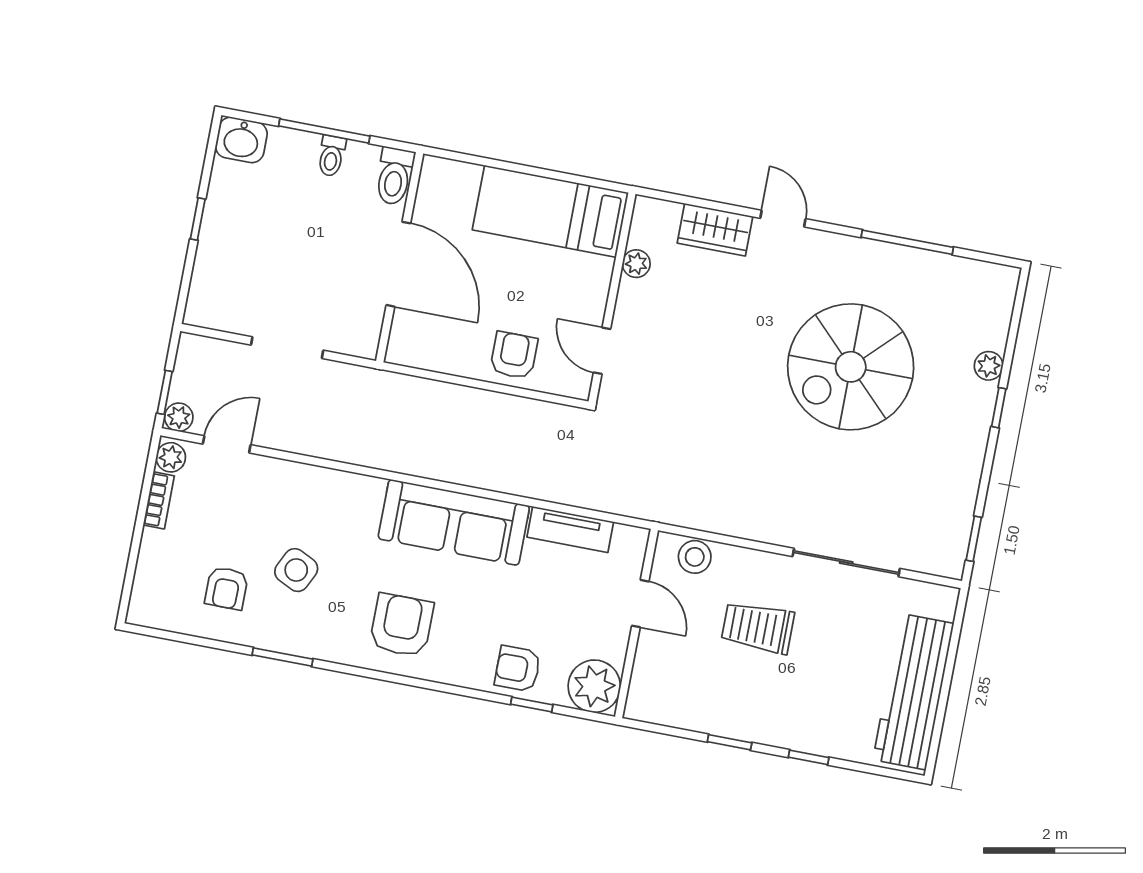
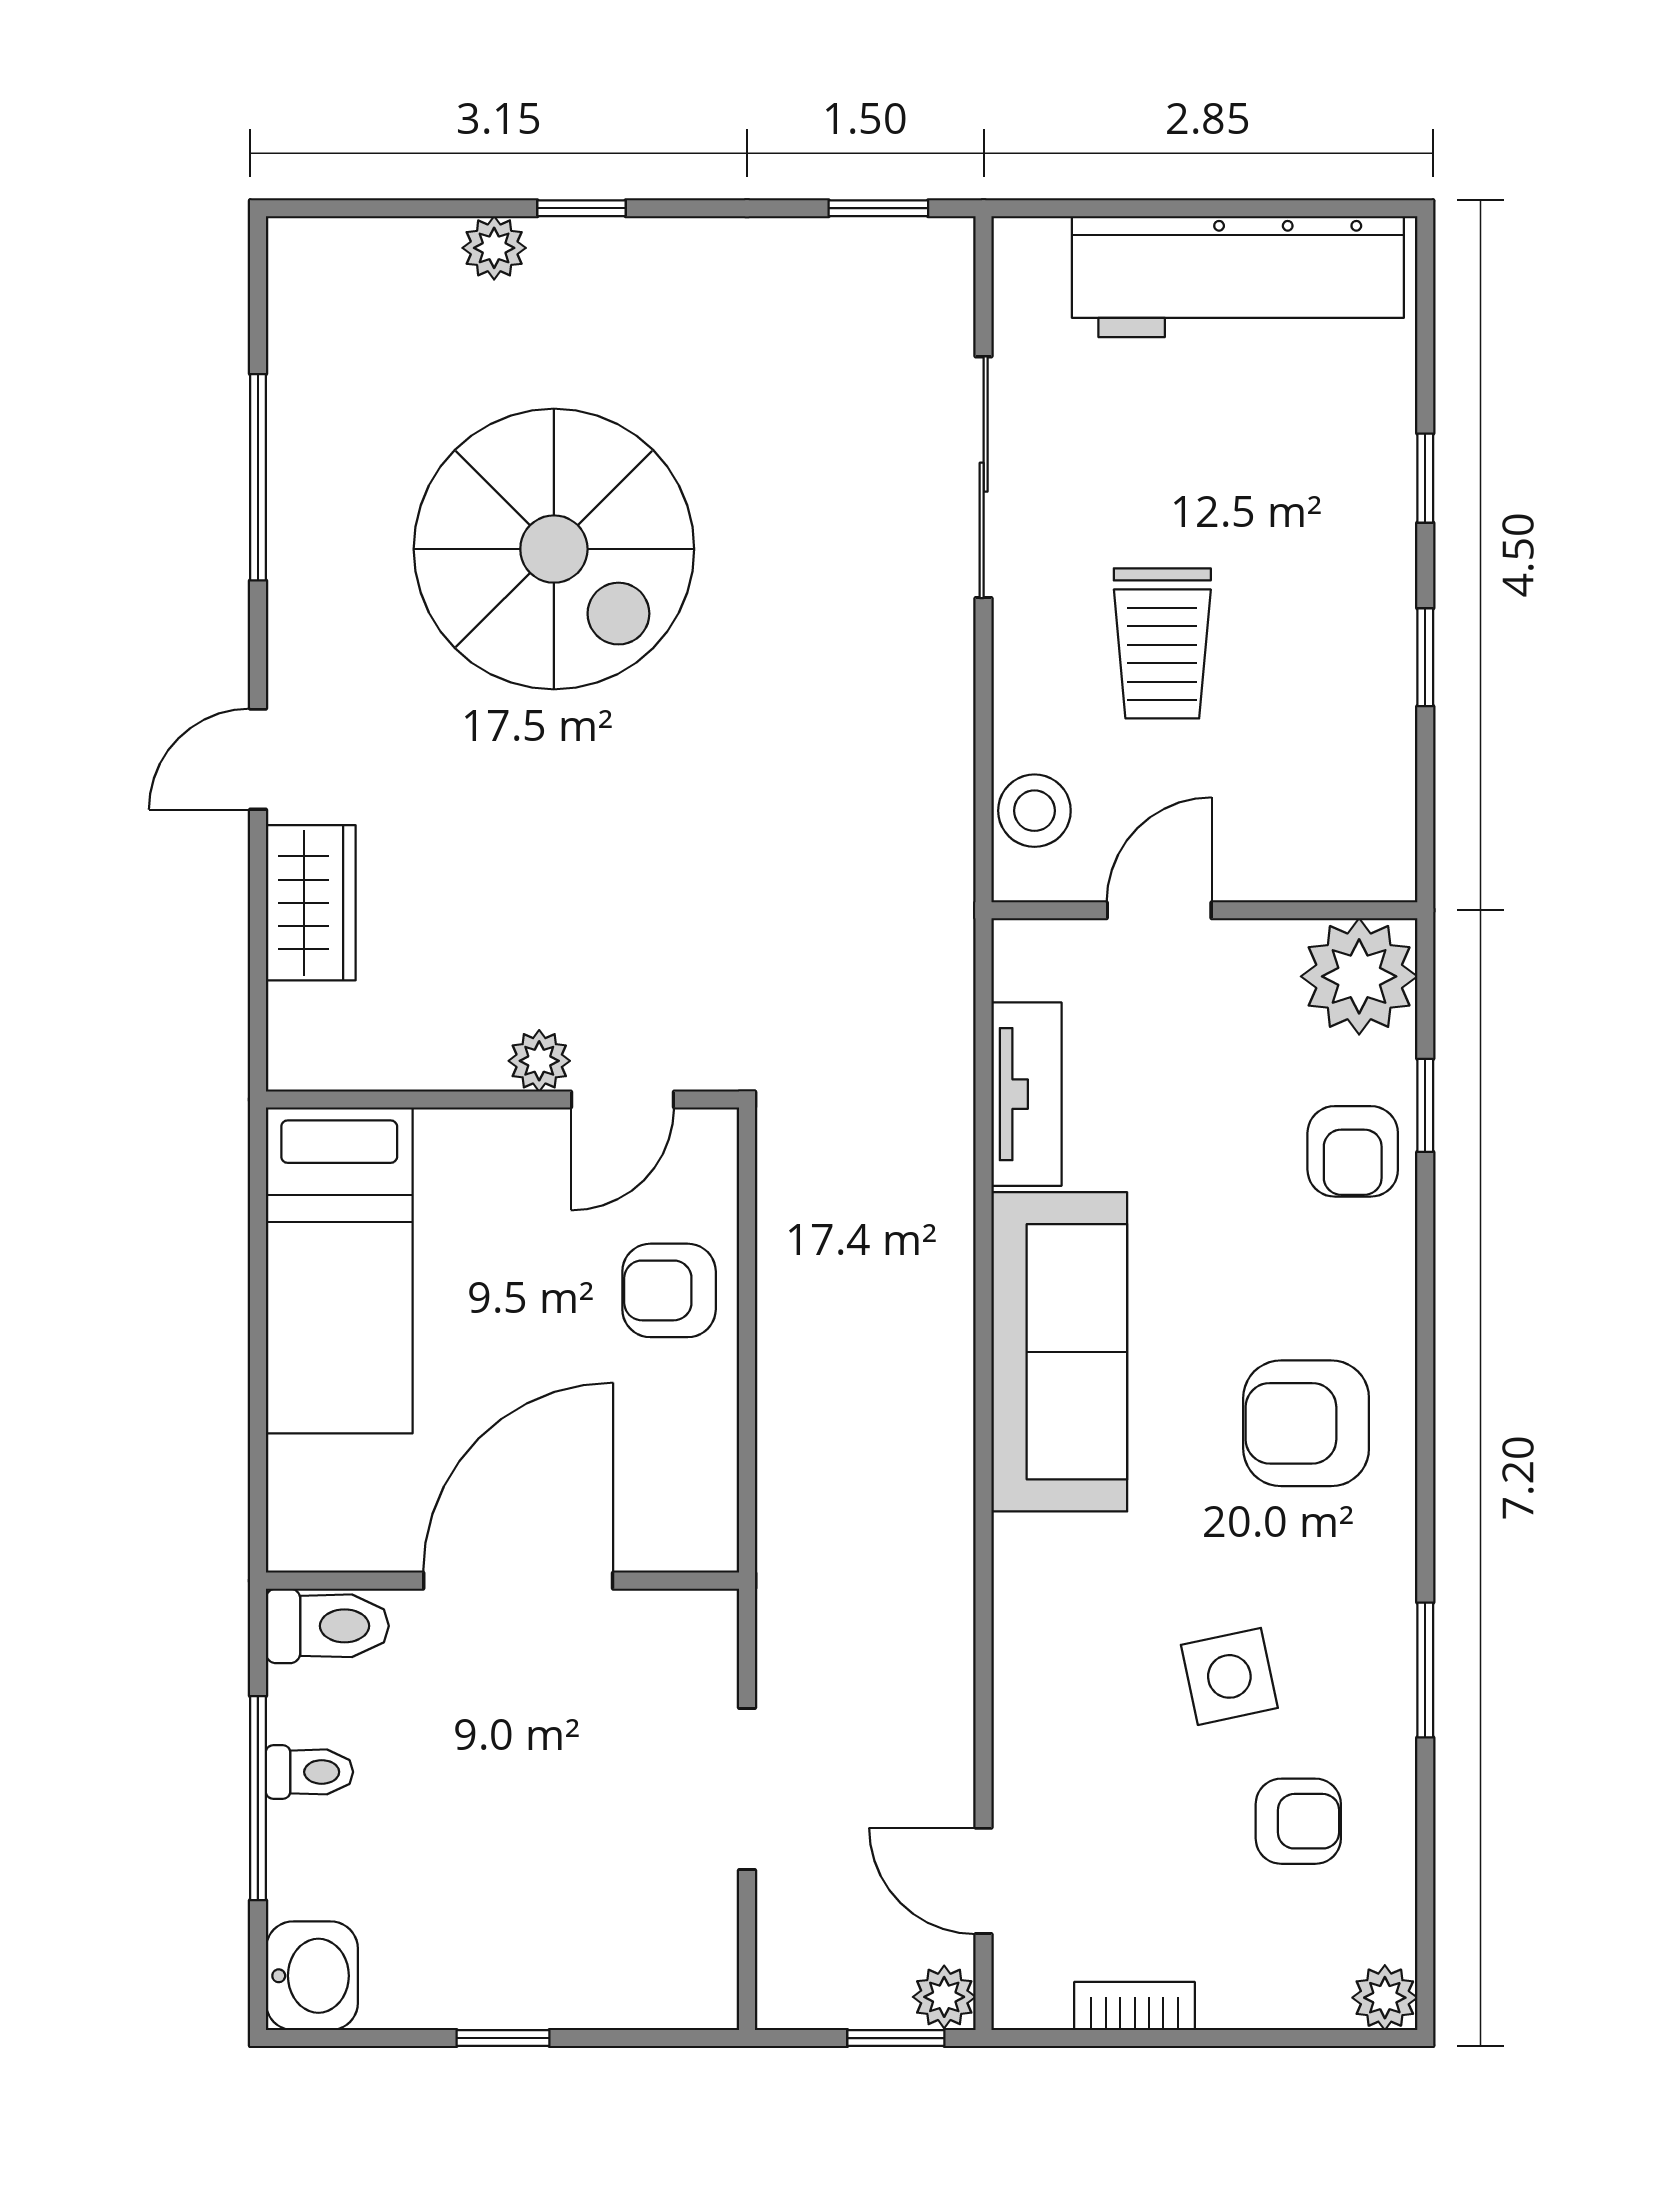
plant: (636, 264) -> (539, 1061), moved
plant: (171, 457) -> (1385, 1998), moved
side table: (296, 570) -> (1229, 1676), turned -38

